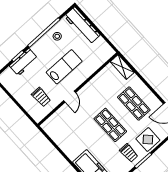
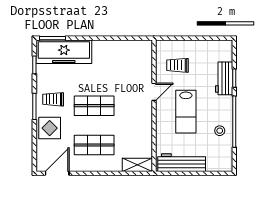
workbench: (82, 26) -> (182, 163), moved
door: (70, 97) -> (154, 92), swing flipped

